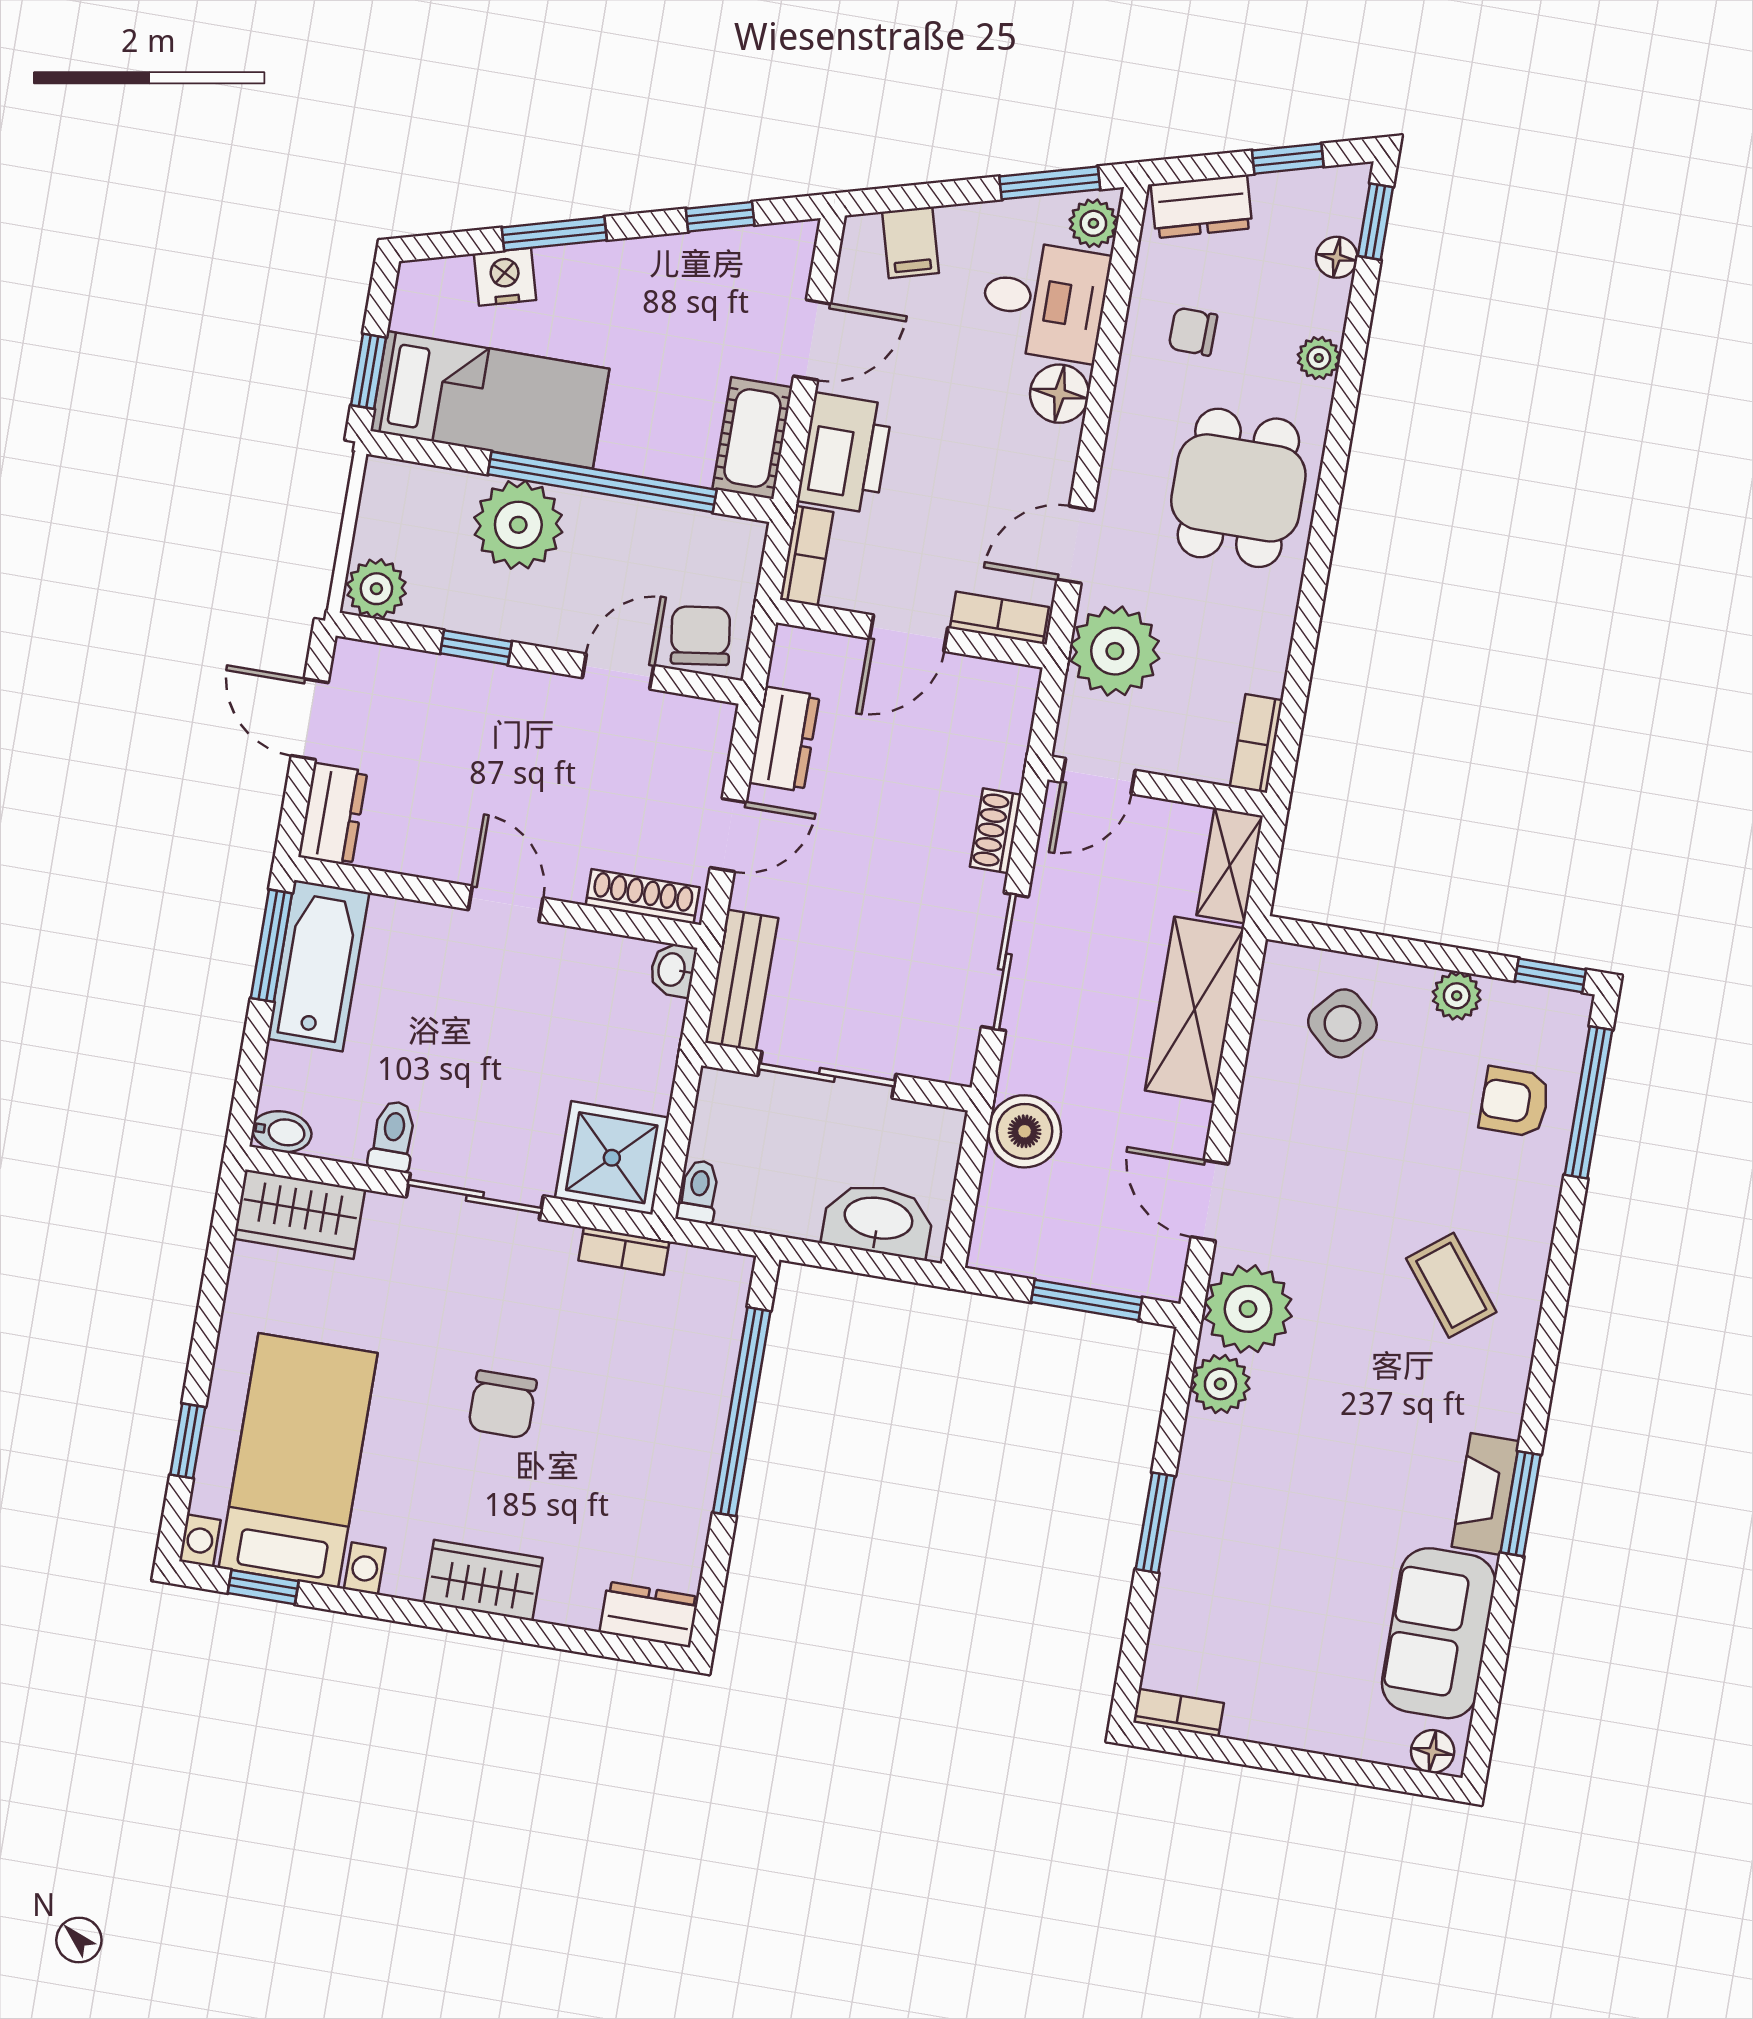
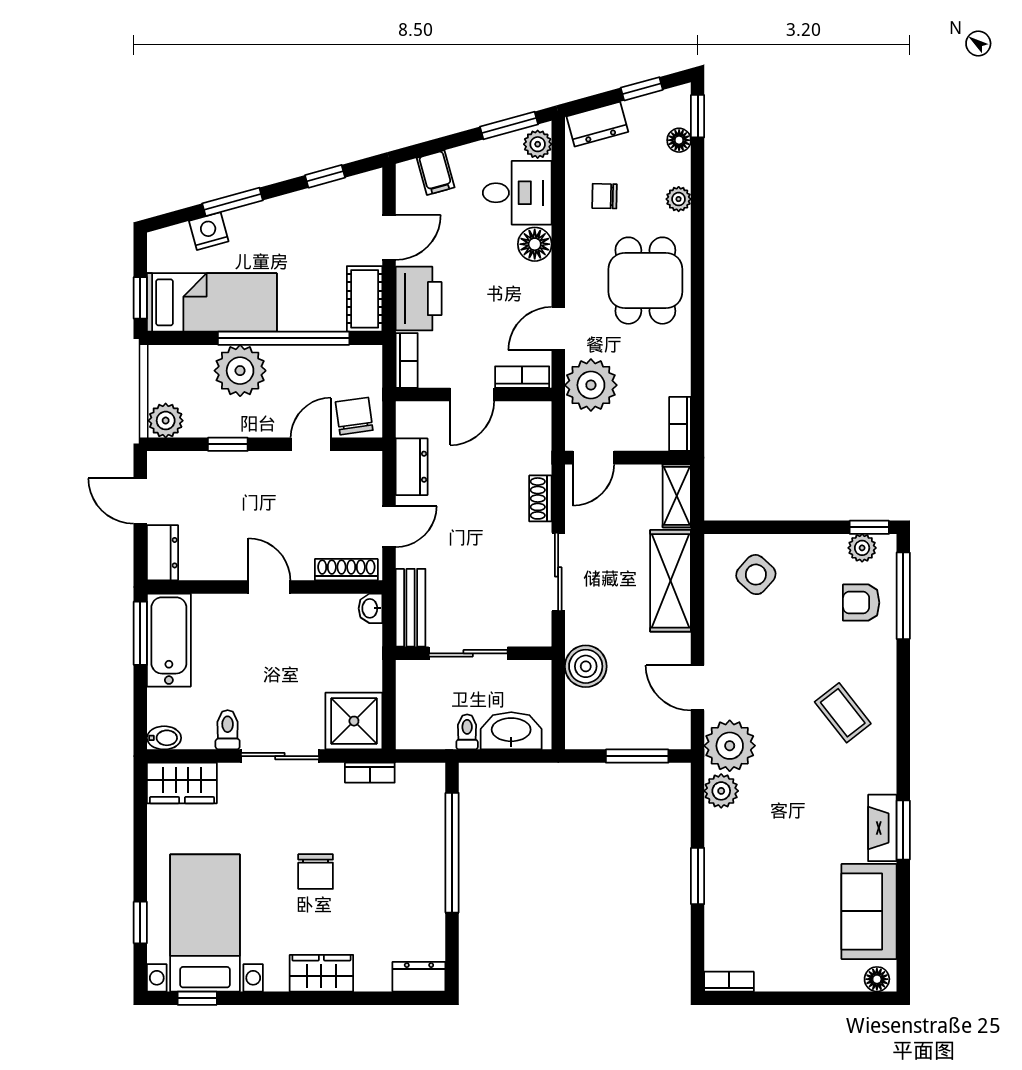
plant: (1457, 996) -> (862, 548), moved
toilet: (699, 1192) -> (467, 732), moved

